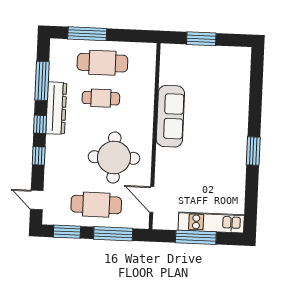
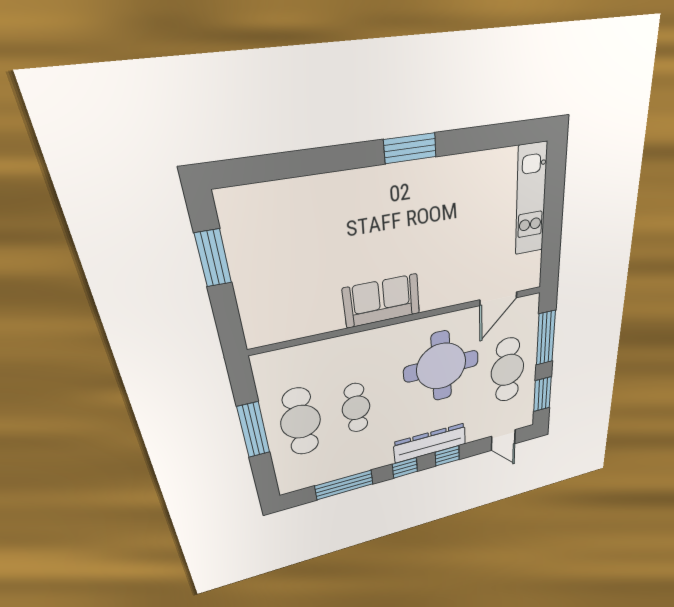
window: (87, 34) -> (254, 430), moved
window: (201, 39) -> (213, 258), moved
dresser: (56, 108) -> (430, 443), moved
sofa: (170, 116) -> (382, 301), width x0.73
door: (37, 200) -> (503, 440), hinge flipped
window: (196, 237) -> (553, 220), removed

